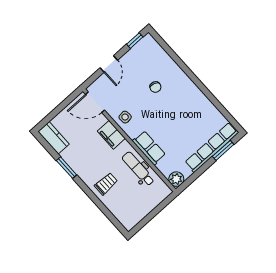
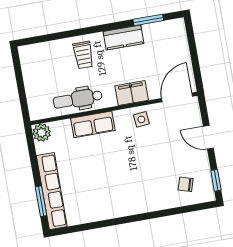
chair: (155, 87) -> (186, 184), moved
kitchen counter: (54, 138) -> (123, 37), moved
window: (67, 168) -> (148, 20), moved
dental chair: (138, 169) -> (78, 99), turned 180

